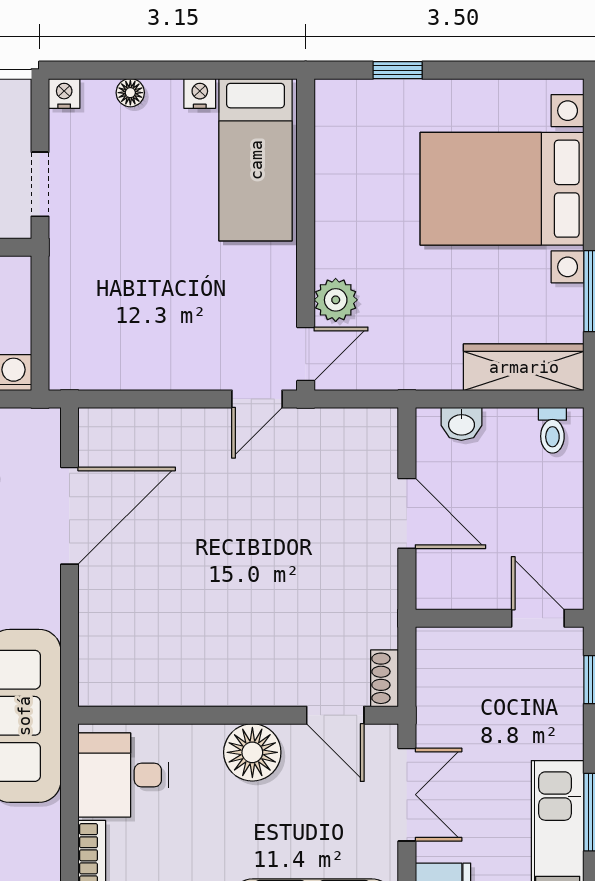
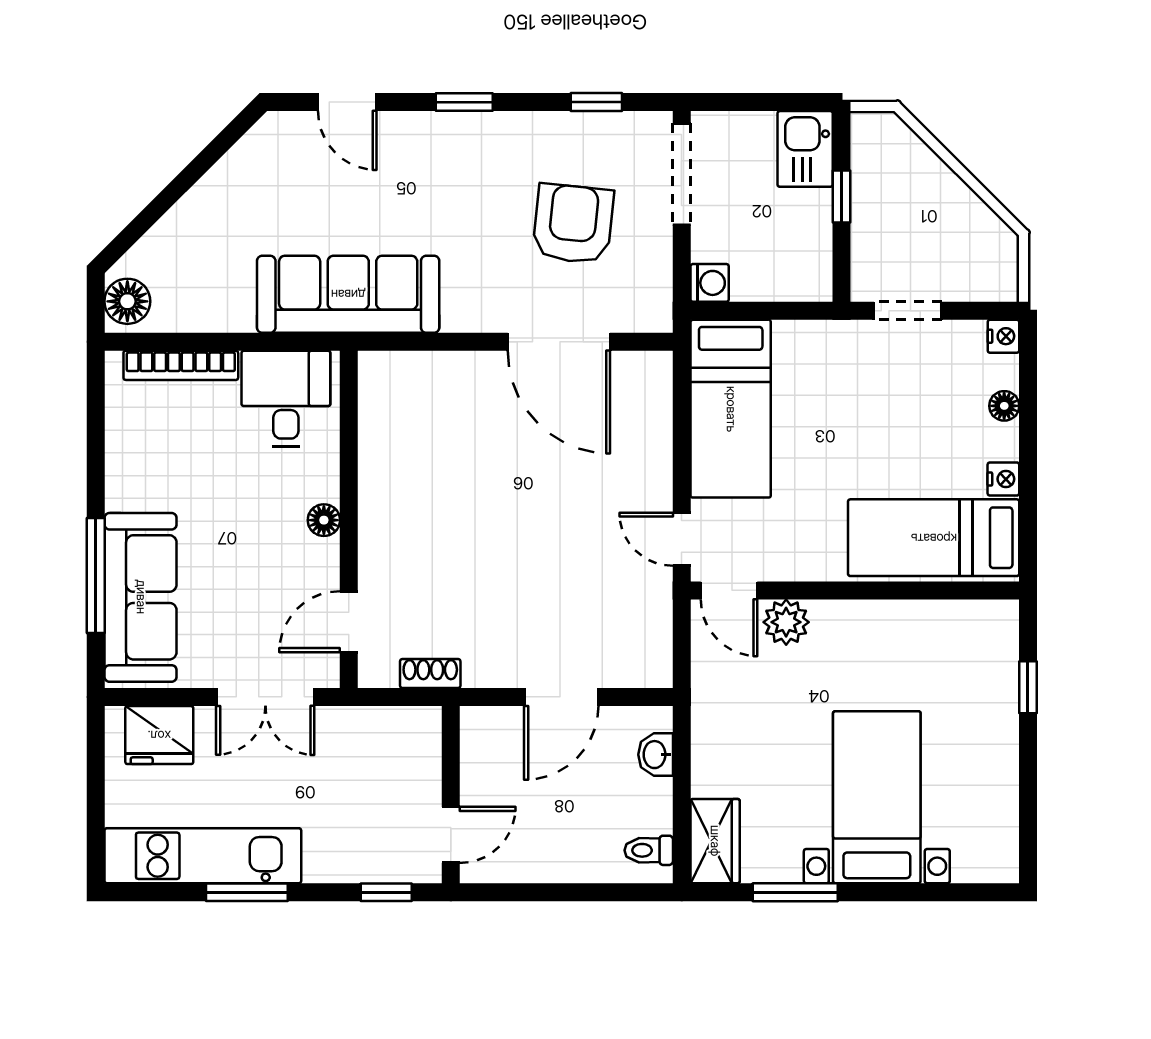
bed with nightstands: (502, 189) -> (877, 797), width x0.73
bed: (133, 353) -> (731, 409), added
wardrobe: (524, 367) -> (715, 841), width x0.67
shoe rack: (385, 678) -> (430, 674), moved
floor lamp: (252, 752) -> (324, 520), width x0.53, depth x0.53

